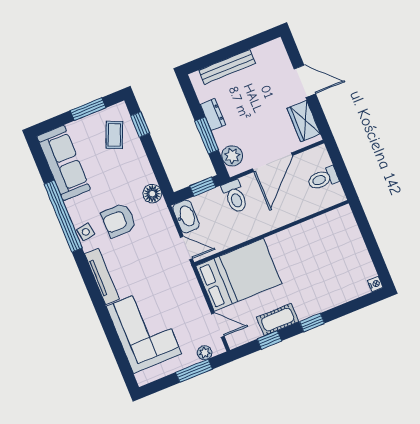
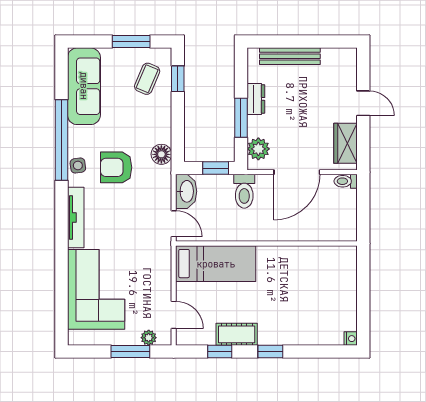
door: (305, 81) -> (363, 103), width x0.73
toilet: (323, 179) -> (346, 181), moved, width x0.73, depth x0.72
bed: (239, 275) -> (216, 264), width x0.67

